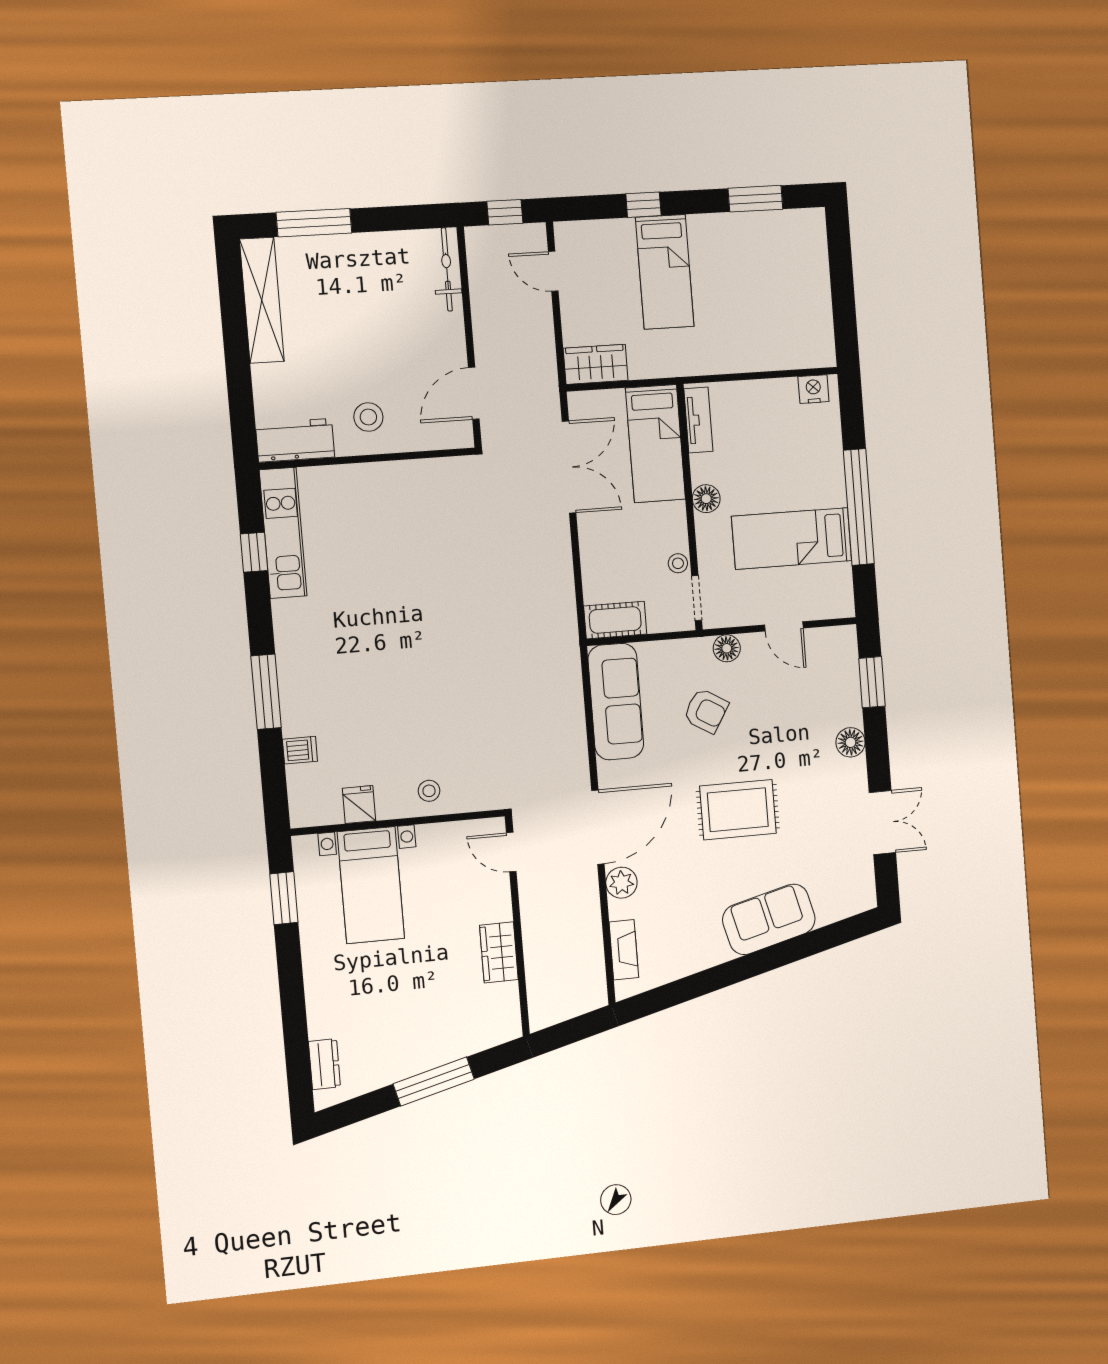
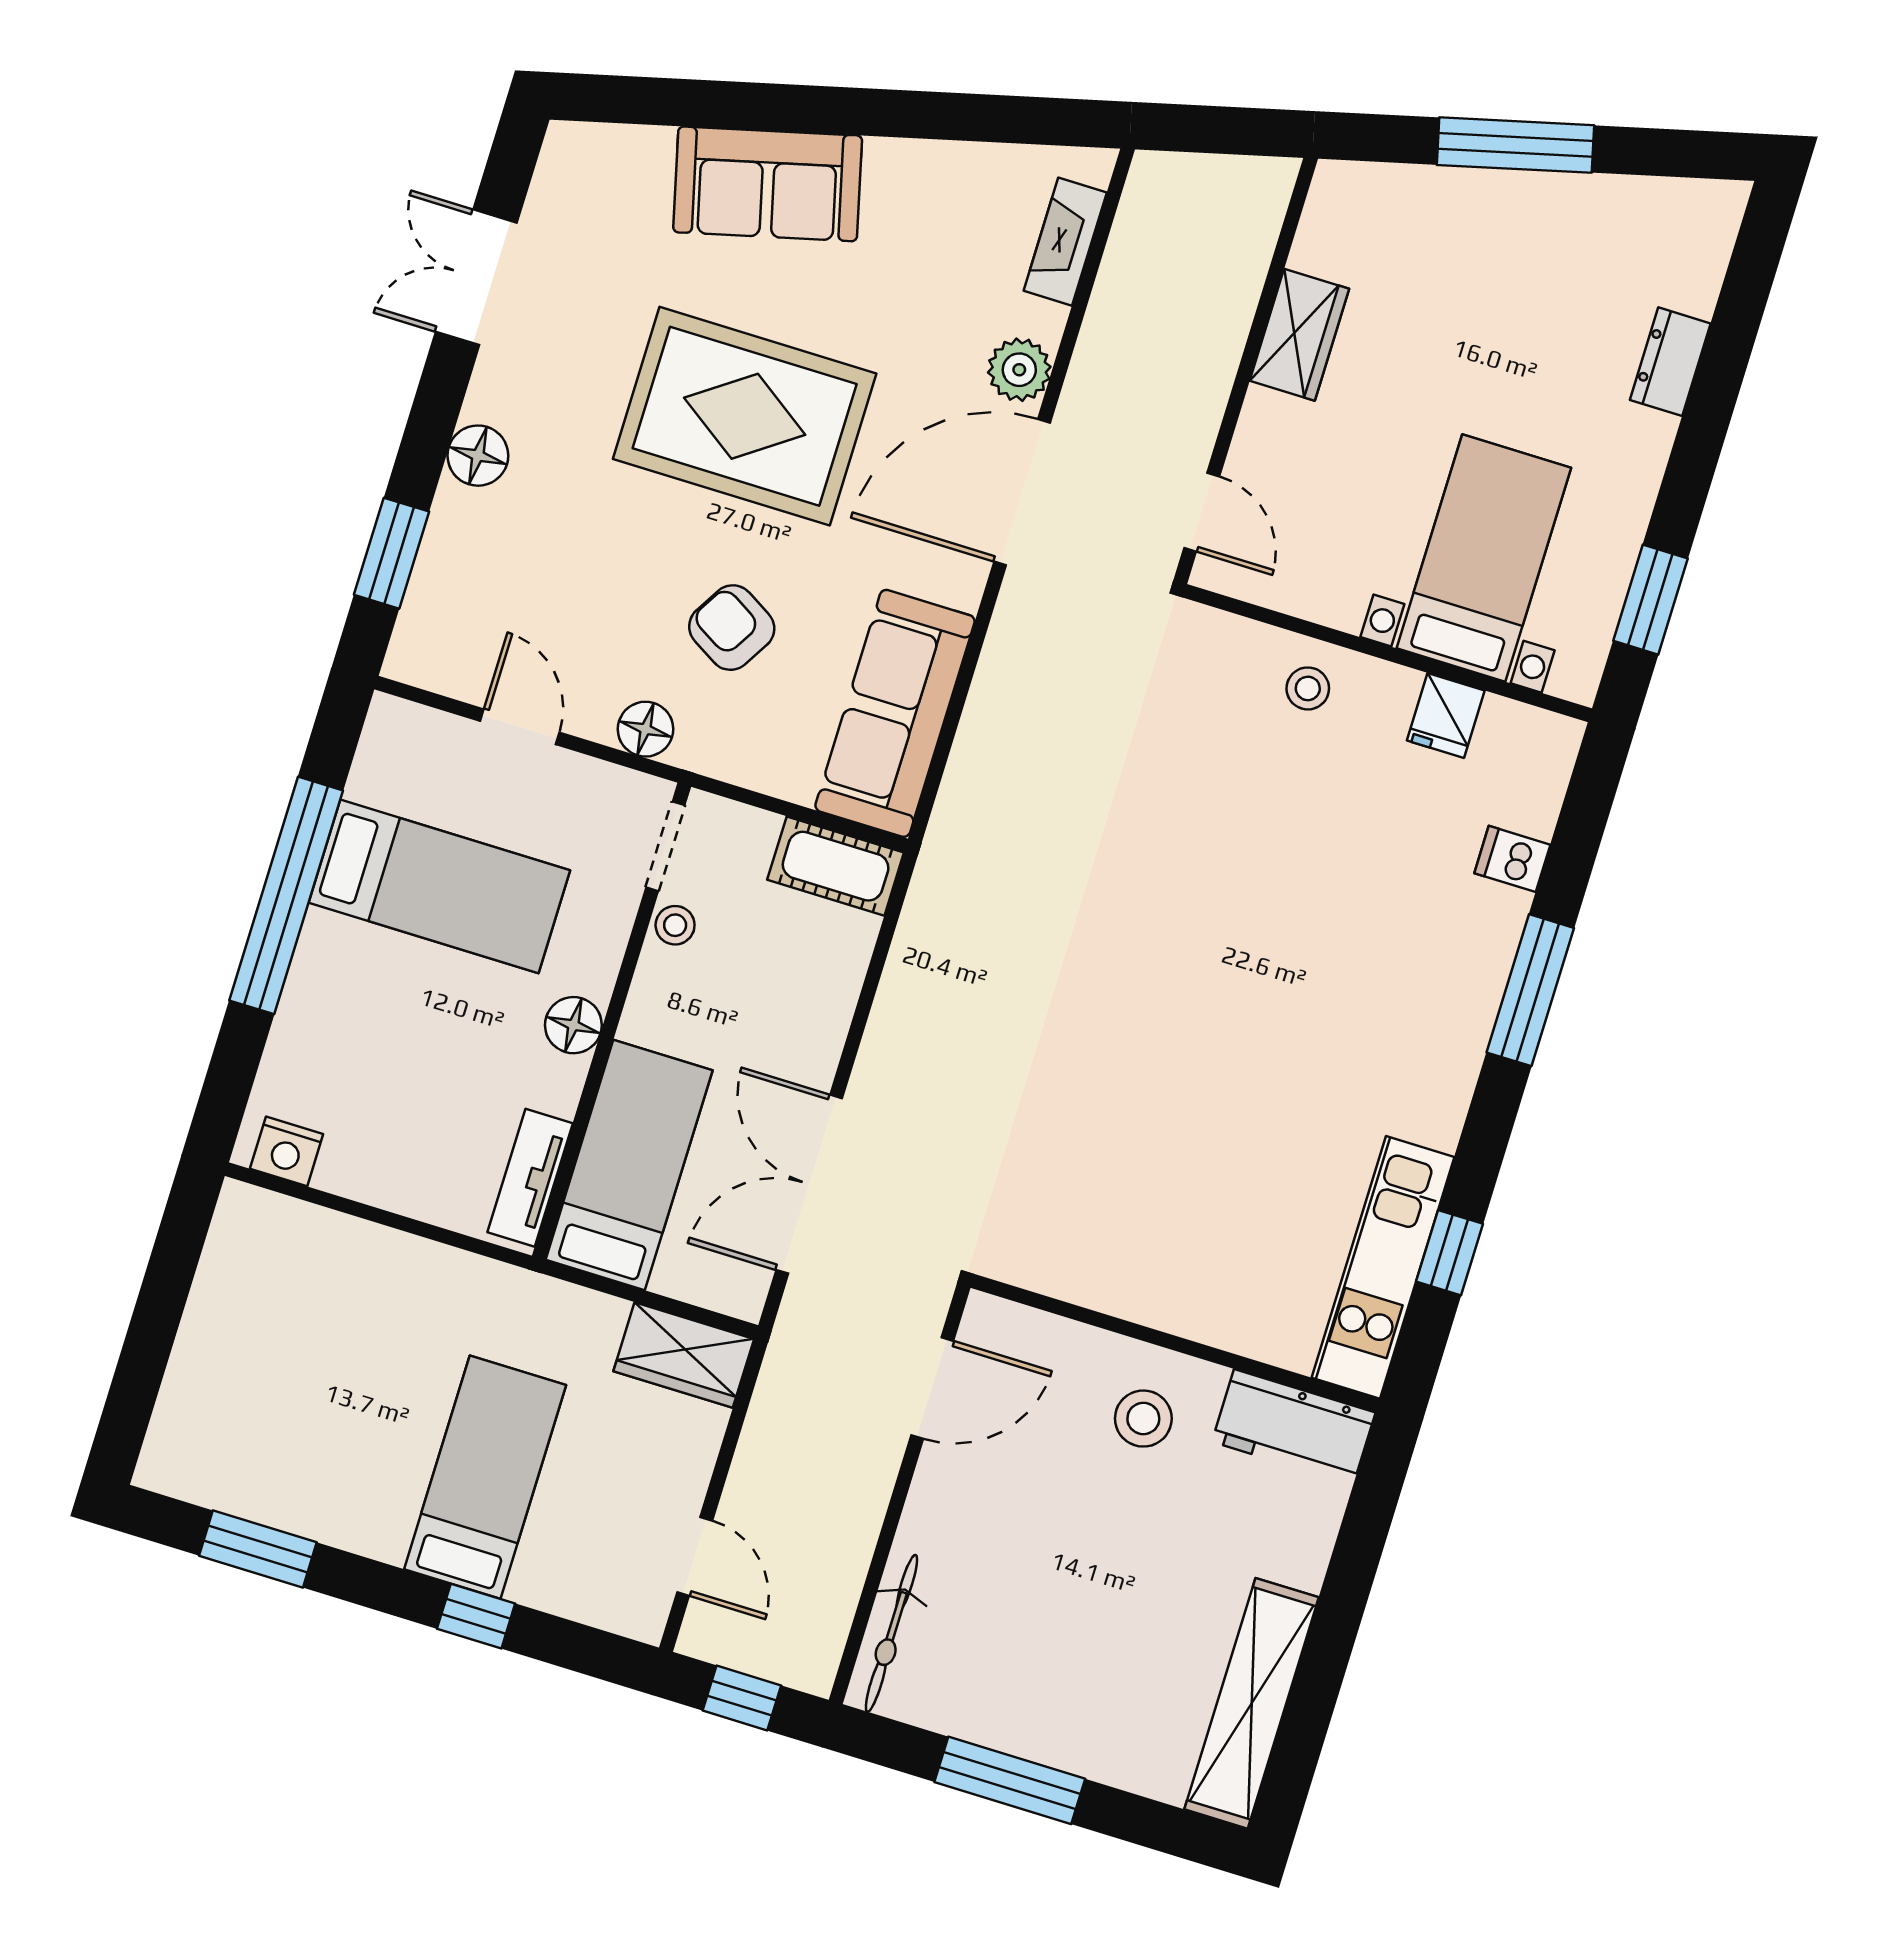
window: (314, 223) -> (1010, 1780), moved
rug: (738, 810) -> (745, 416), width x1.37, depth x1.44
dresser: (324, 1064) -> (1670, 362), moved

